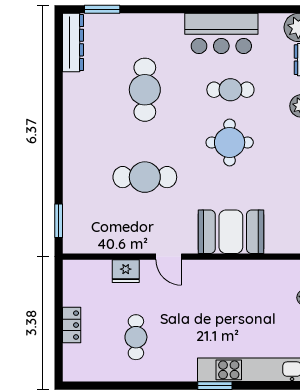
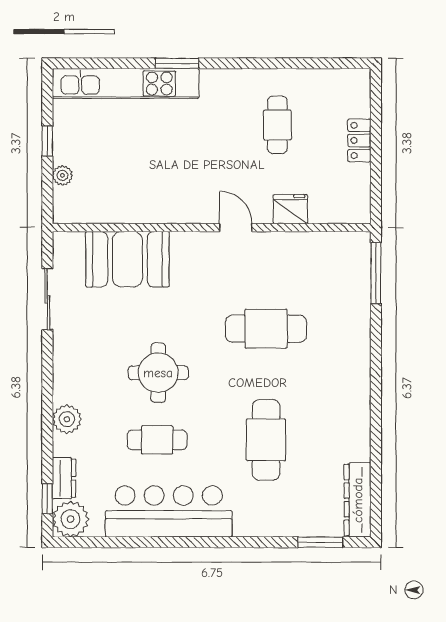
bar counter: (221, 33) -> (169, 511), width x1.36
window: (59, 221) -> (376, 273), width x1.44
booth: (231, 232) -> (127, 259), moved

